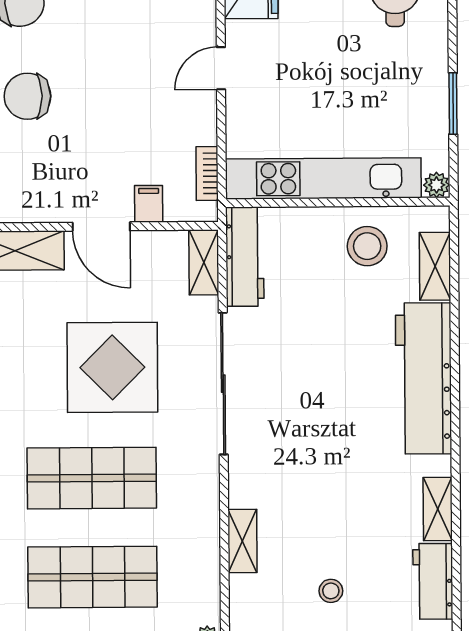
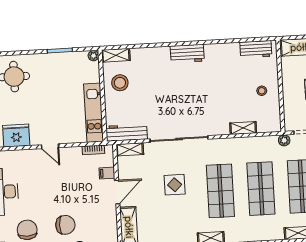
chair: (27, 96) -> (65, 225), turned -90
kitchen unit: (323, 178) -> (94, 113), width x0.73
shelving: (435, 266) -> (116, 55), moved
display table: (112, 367) -> (175, 185), width x0.54, depth x0.54
workbench: (424, 378) -> (187, 54), width x0.53, depth x0.76
shelving: (438, 509) -> (226, 49), removed

